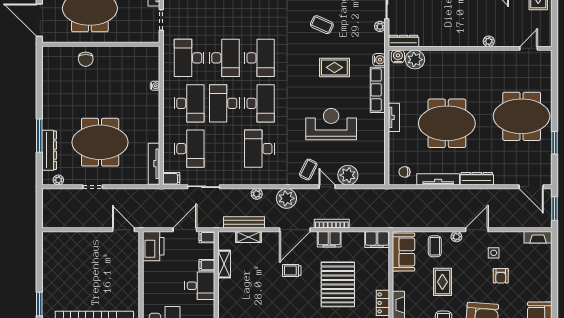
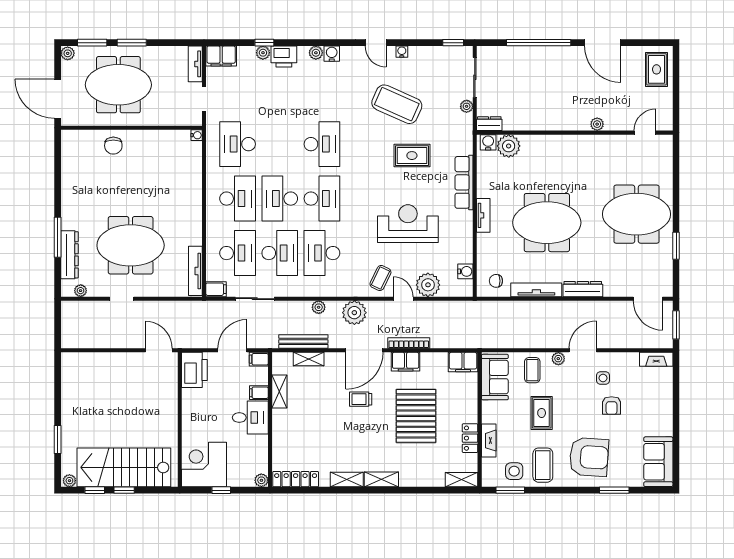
coffee table: (322, 25) -> (397, 104), width x1.86, depth x1.72
dresser: (403, 41) -> (489, 124), width x0.70
desk: (224, 58) -> (280, 253), moved
water cooler: (379, 60) -> (465, 271), moved
water cooler: (155, 86) -> (197, 135), moved

